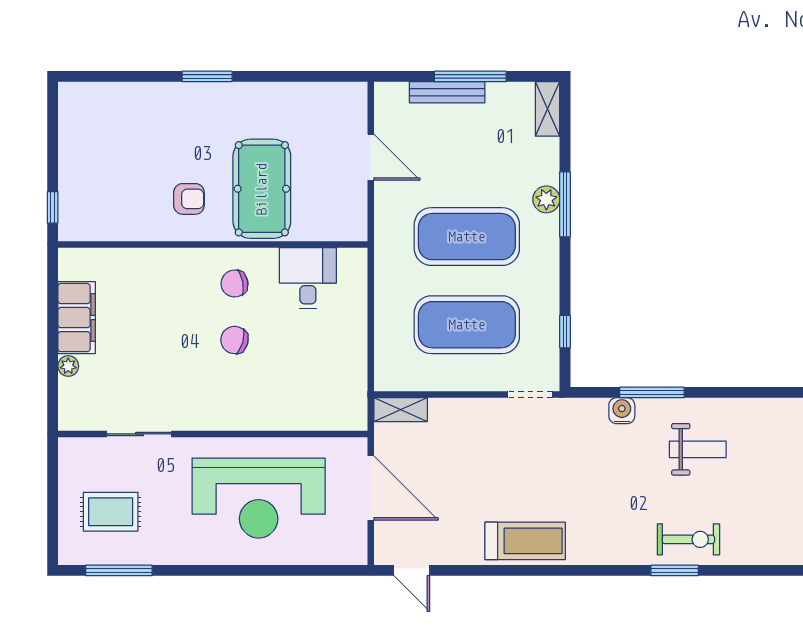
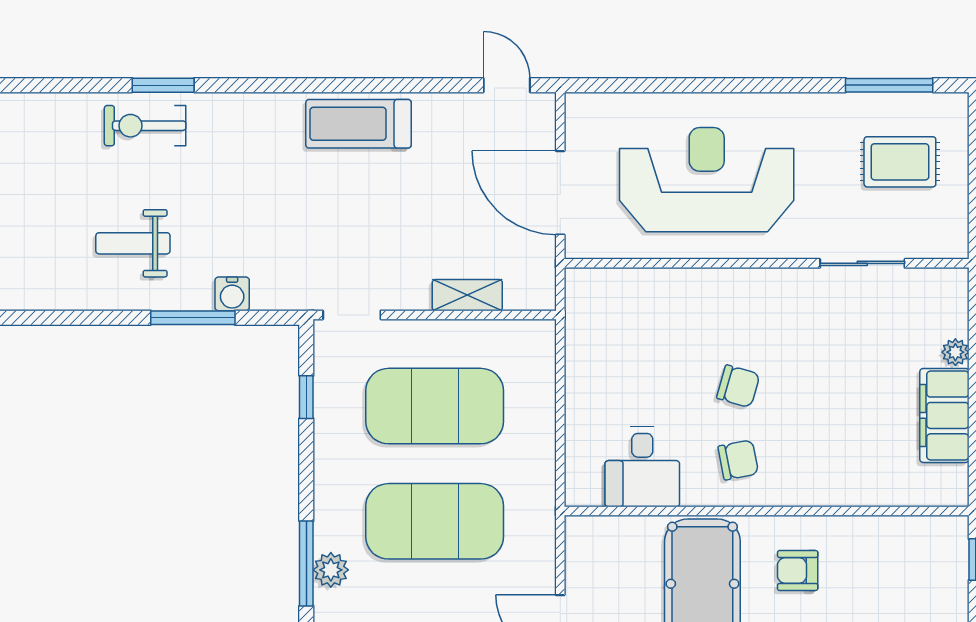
shelving: (401, 410) -> (467, 295), moved

